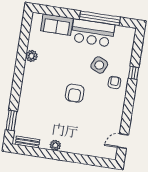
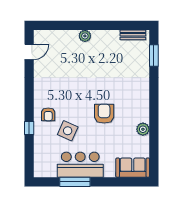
window: (100, 18) -> (75, 182), width x0.68
sofa: (57, 25) -> (133, 168), moved
armchair: (75, 93) -> (104, 114), moved
plant: (55, 145) -> (85, 36), moved

